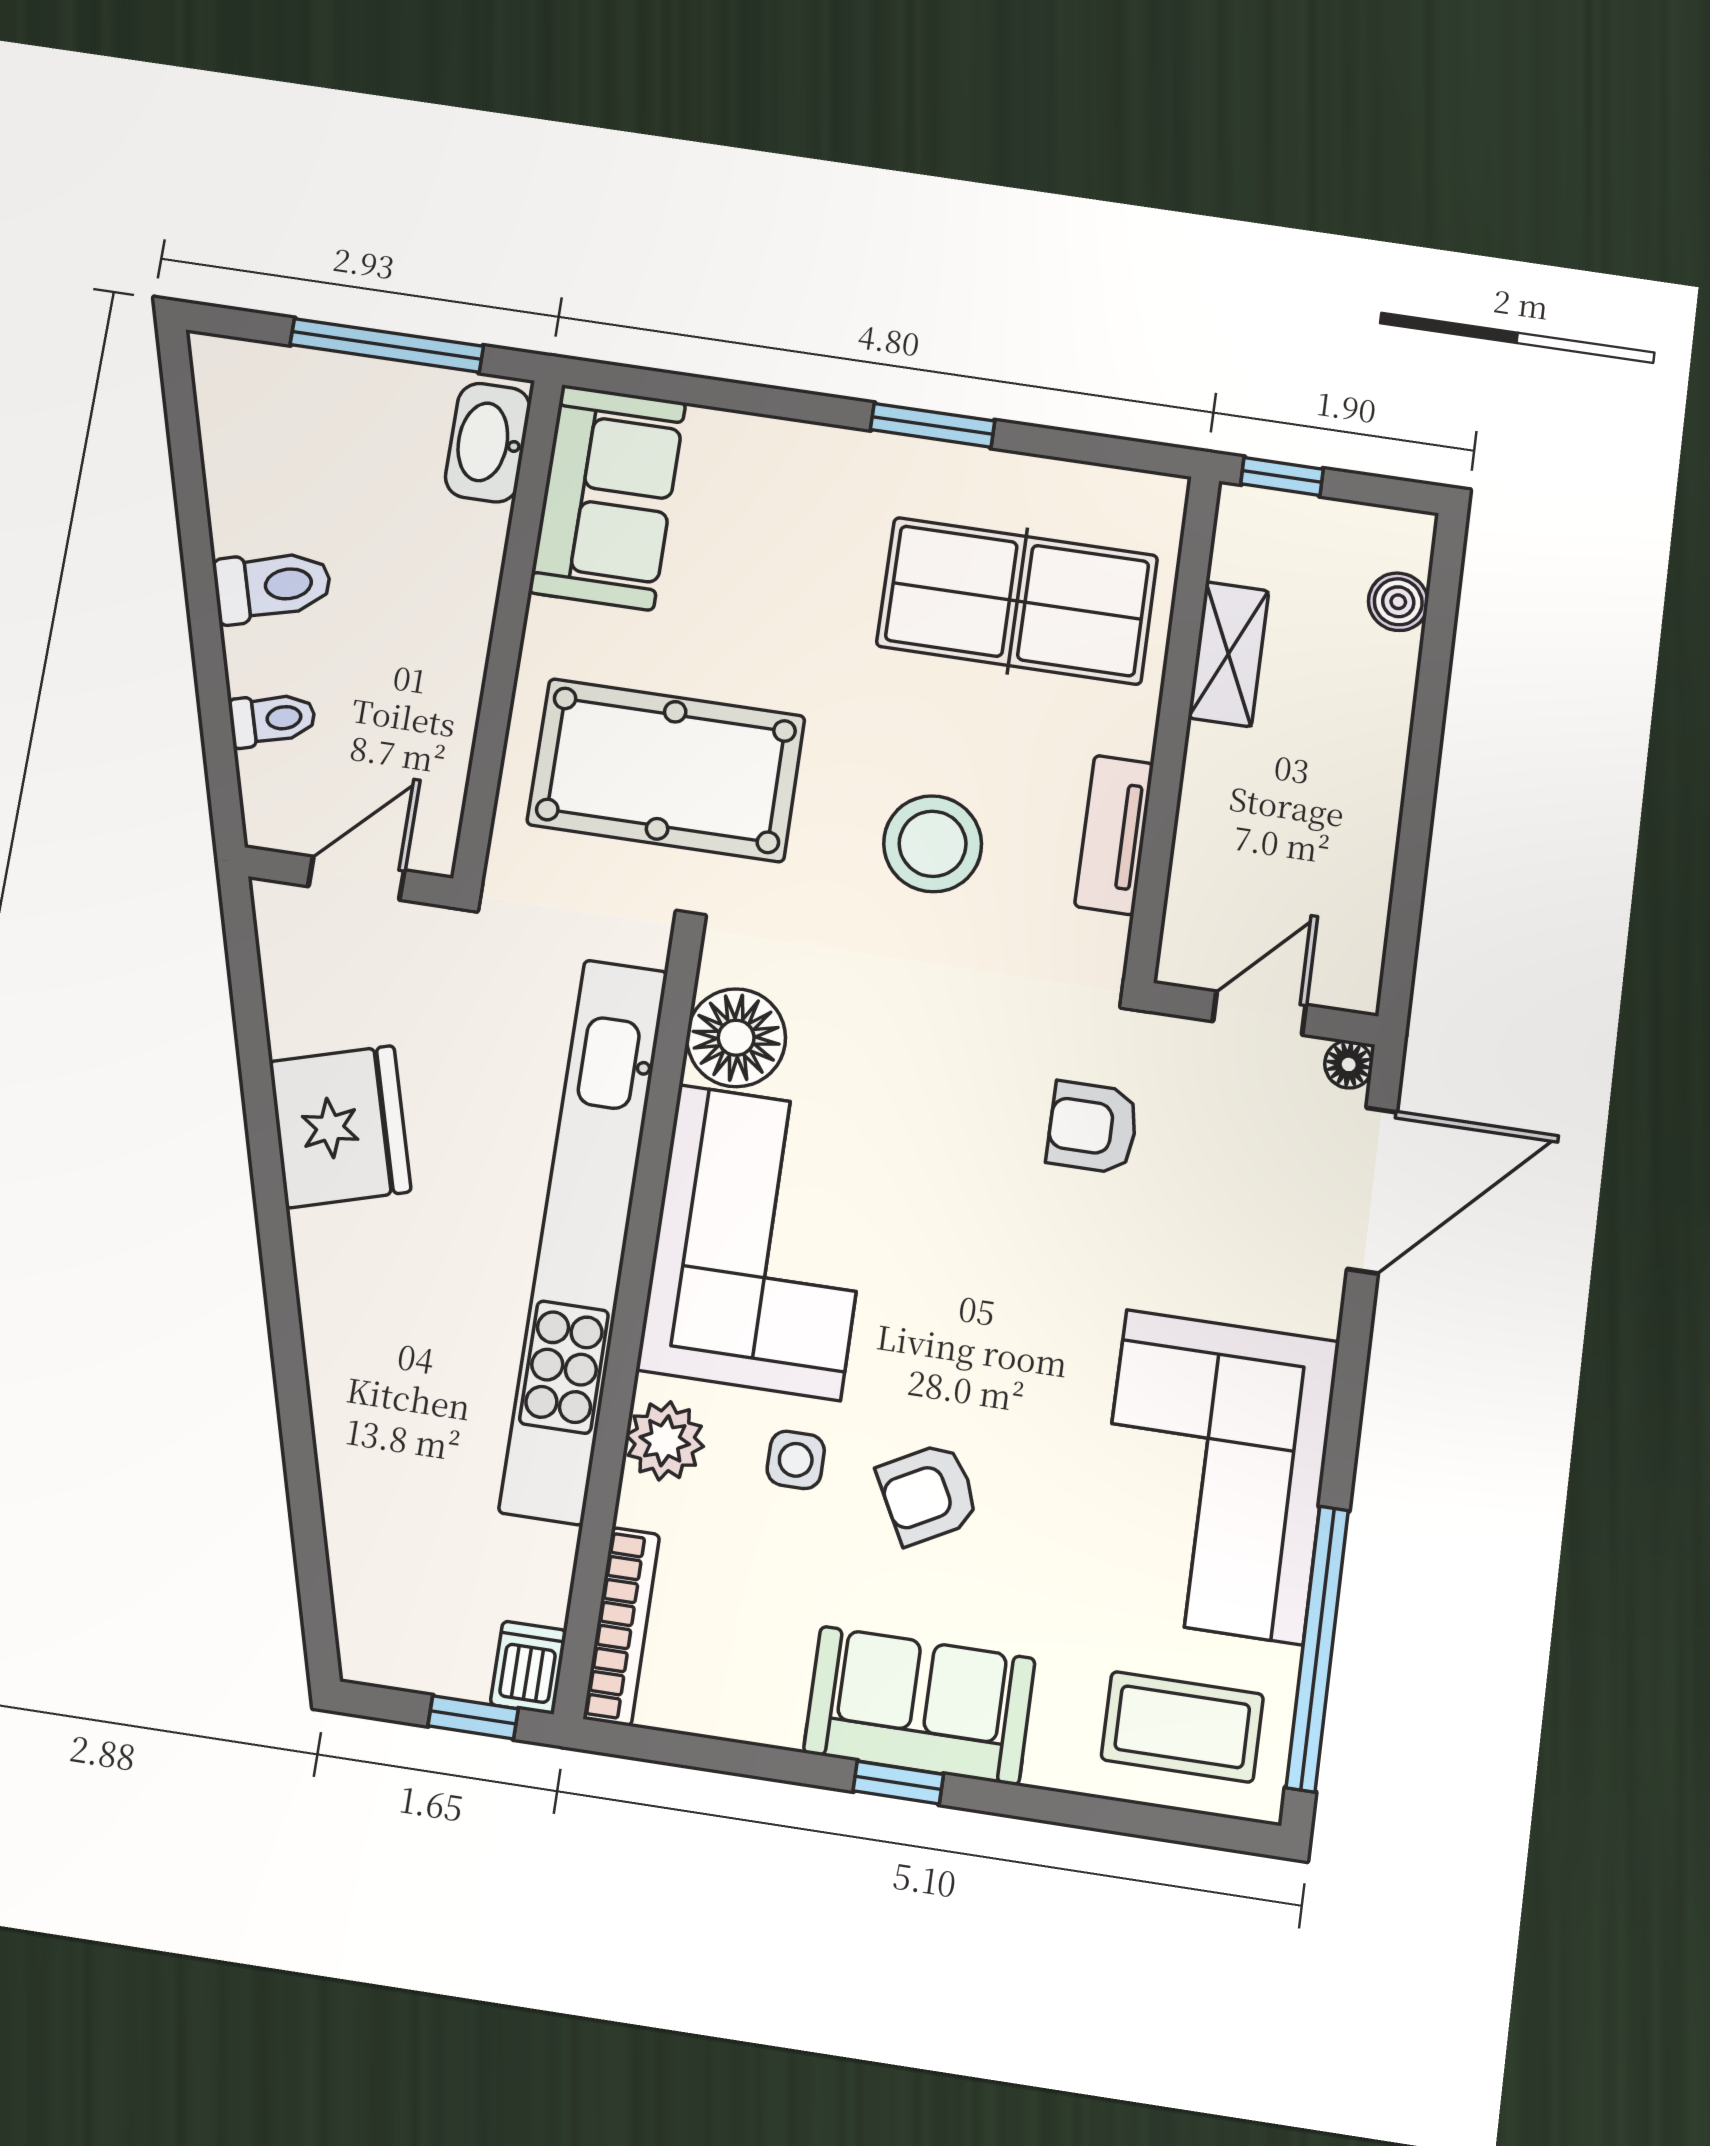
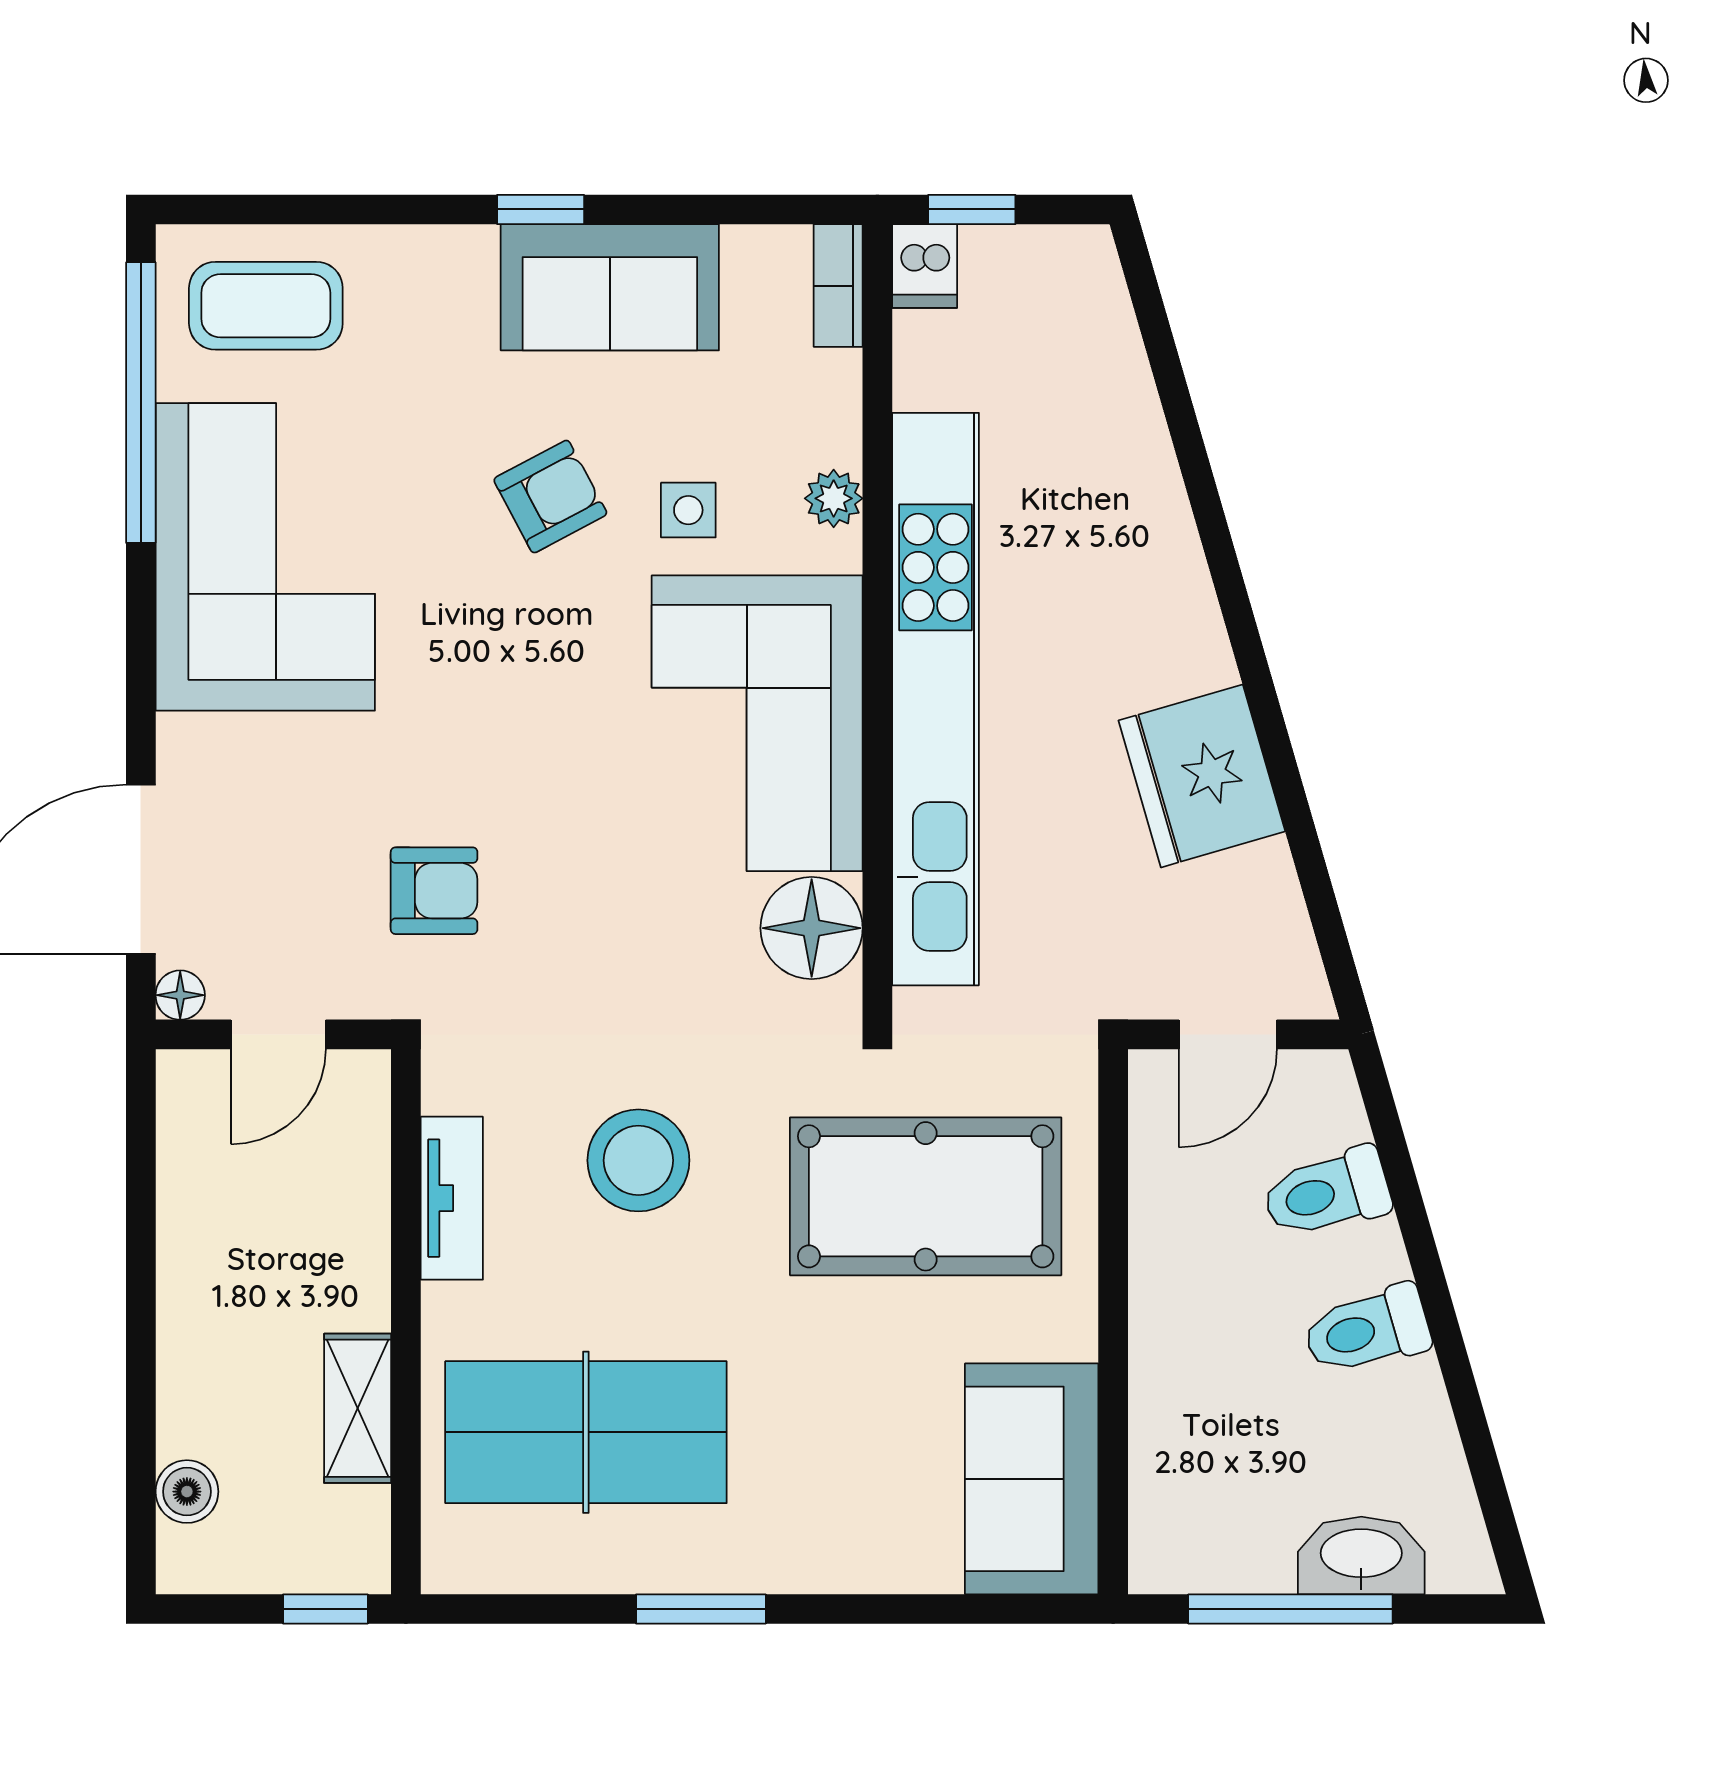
washbasin: (488, 443) -> (1361, 1555), moved, turned -90
toilet: (272, 719) -> (1327, 1193), width x1.37, depth x1.39
plant: (665, 1441) -> (834, 498), width x0.73, depth x0.73
bookcase: (621, 1626) -> (838, 286), width x0.64
sofa: (919, 1706) -> (610, 287), moved

